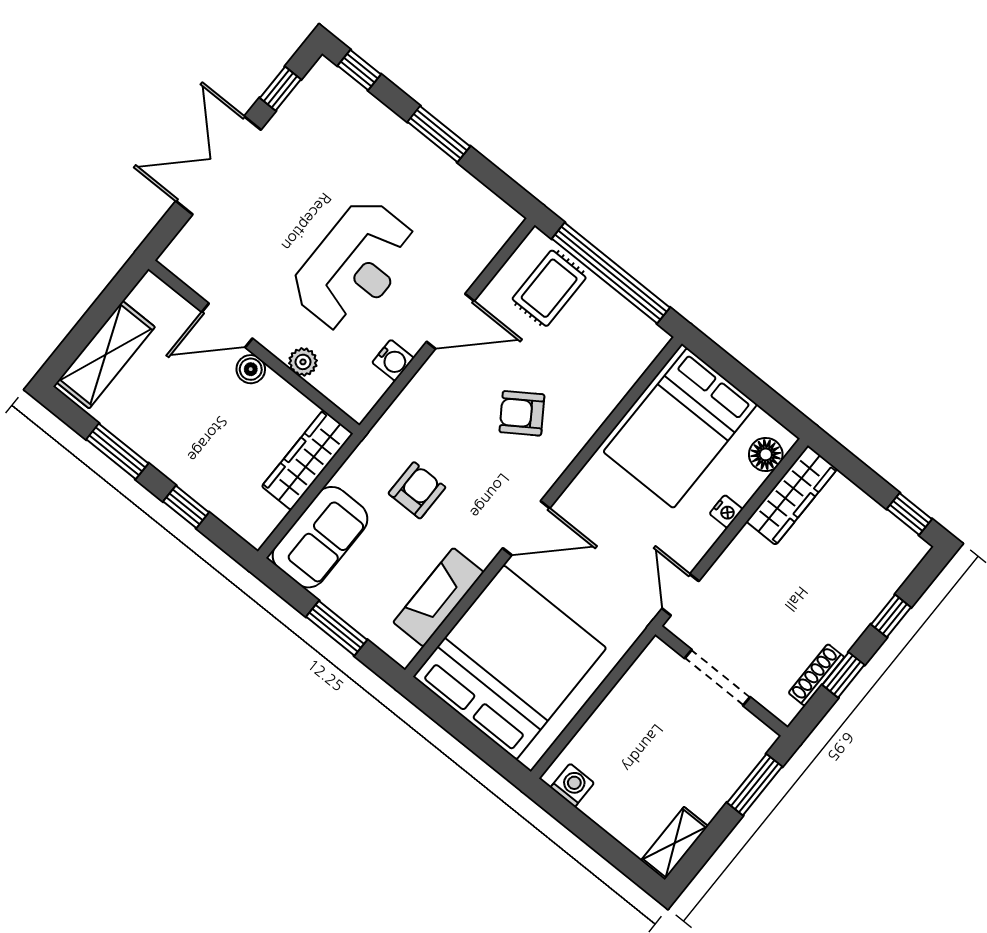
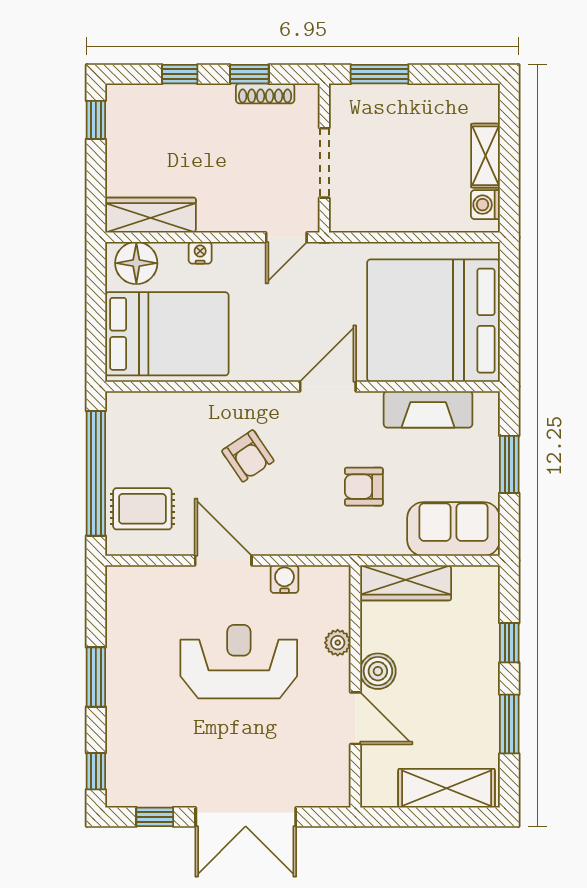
boiler: (251, 369) -> (378, 671), width x1.36, depth x1.36
floor lamp: (766, 454) -> (136, 263), width x1.38, depth x1.38
door: (526, 528) -> (328, 386), hinge flipped
shelving: (674, 843) -> (486, 156), moved, turned 90

